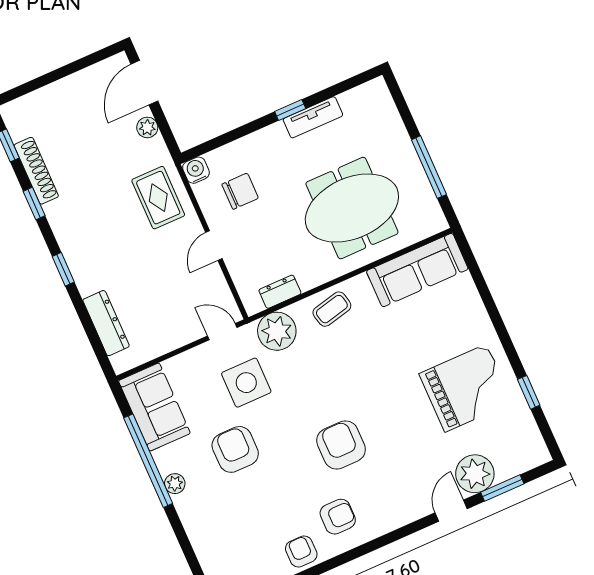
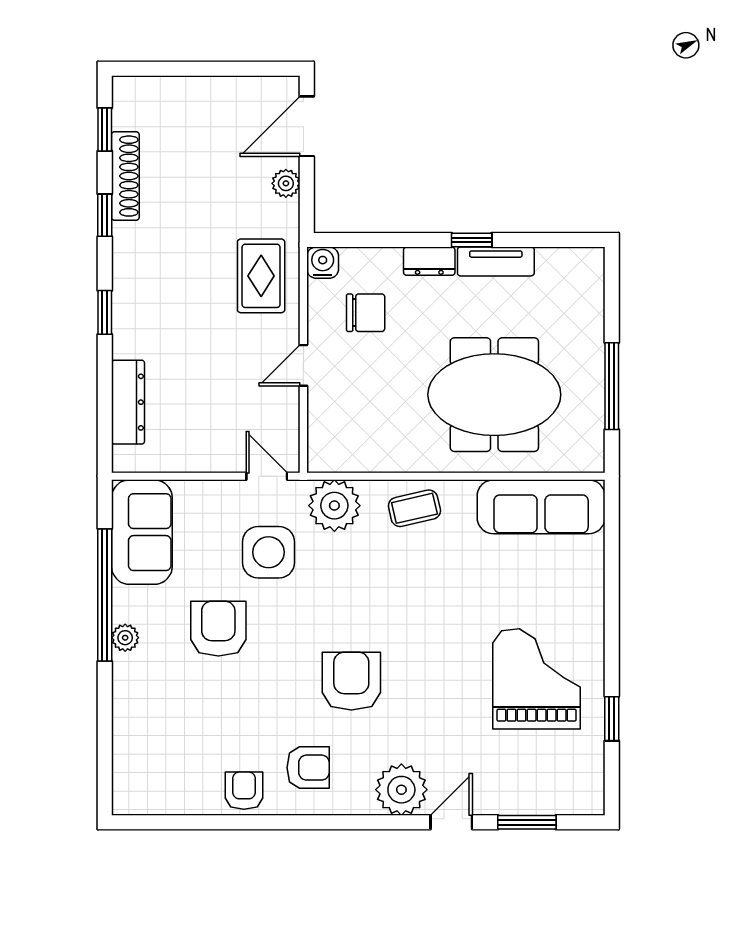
dresser: (280, 292) -> (429, 261), moved, turned 180
grand piano: (466, 388) -> (537, 679), turned -90
plant: (475, 474) -> (401, 790), moved

